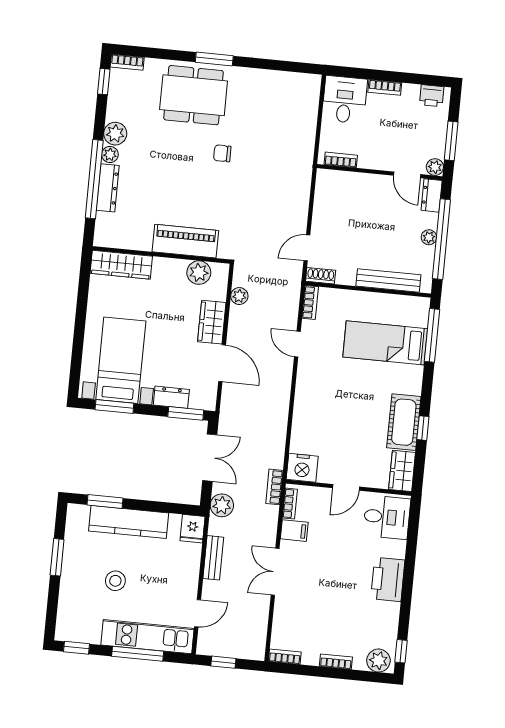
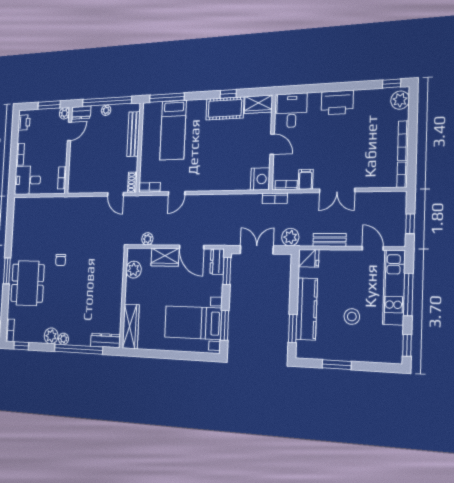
dresser: (108, 188) -> (105, 340), moved
piano: (185, 241) -> (114, 281), removed
door: (222, 363) -> (192, 247), swing flipped
dresser: (171, 397) -> (217, 262), moved
bookcase: (336, 662) -> (403, 141), width x1.56

